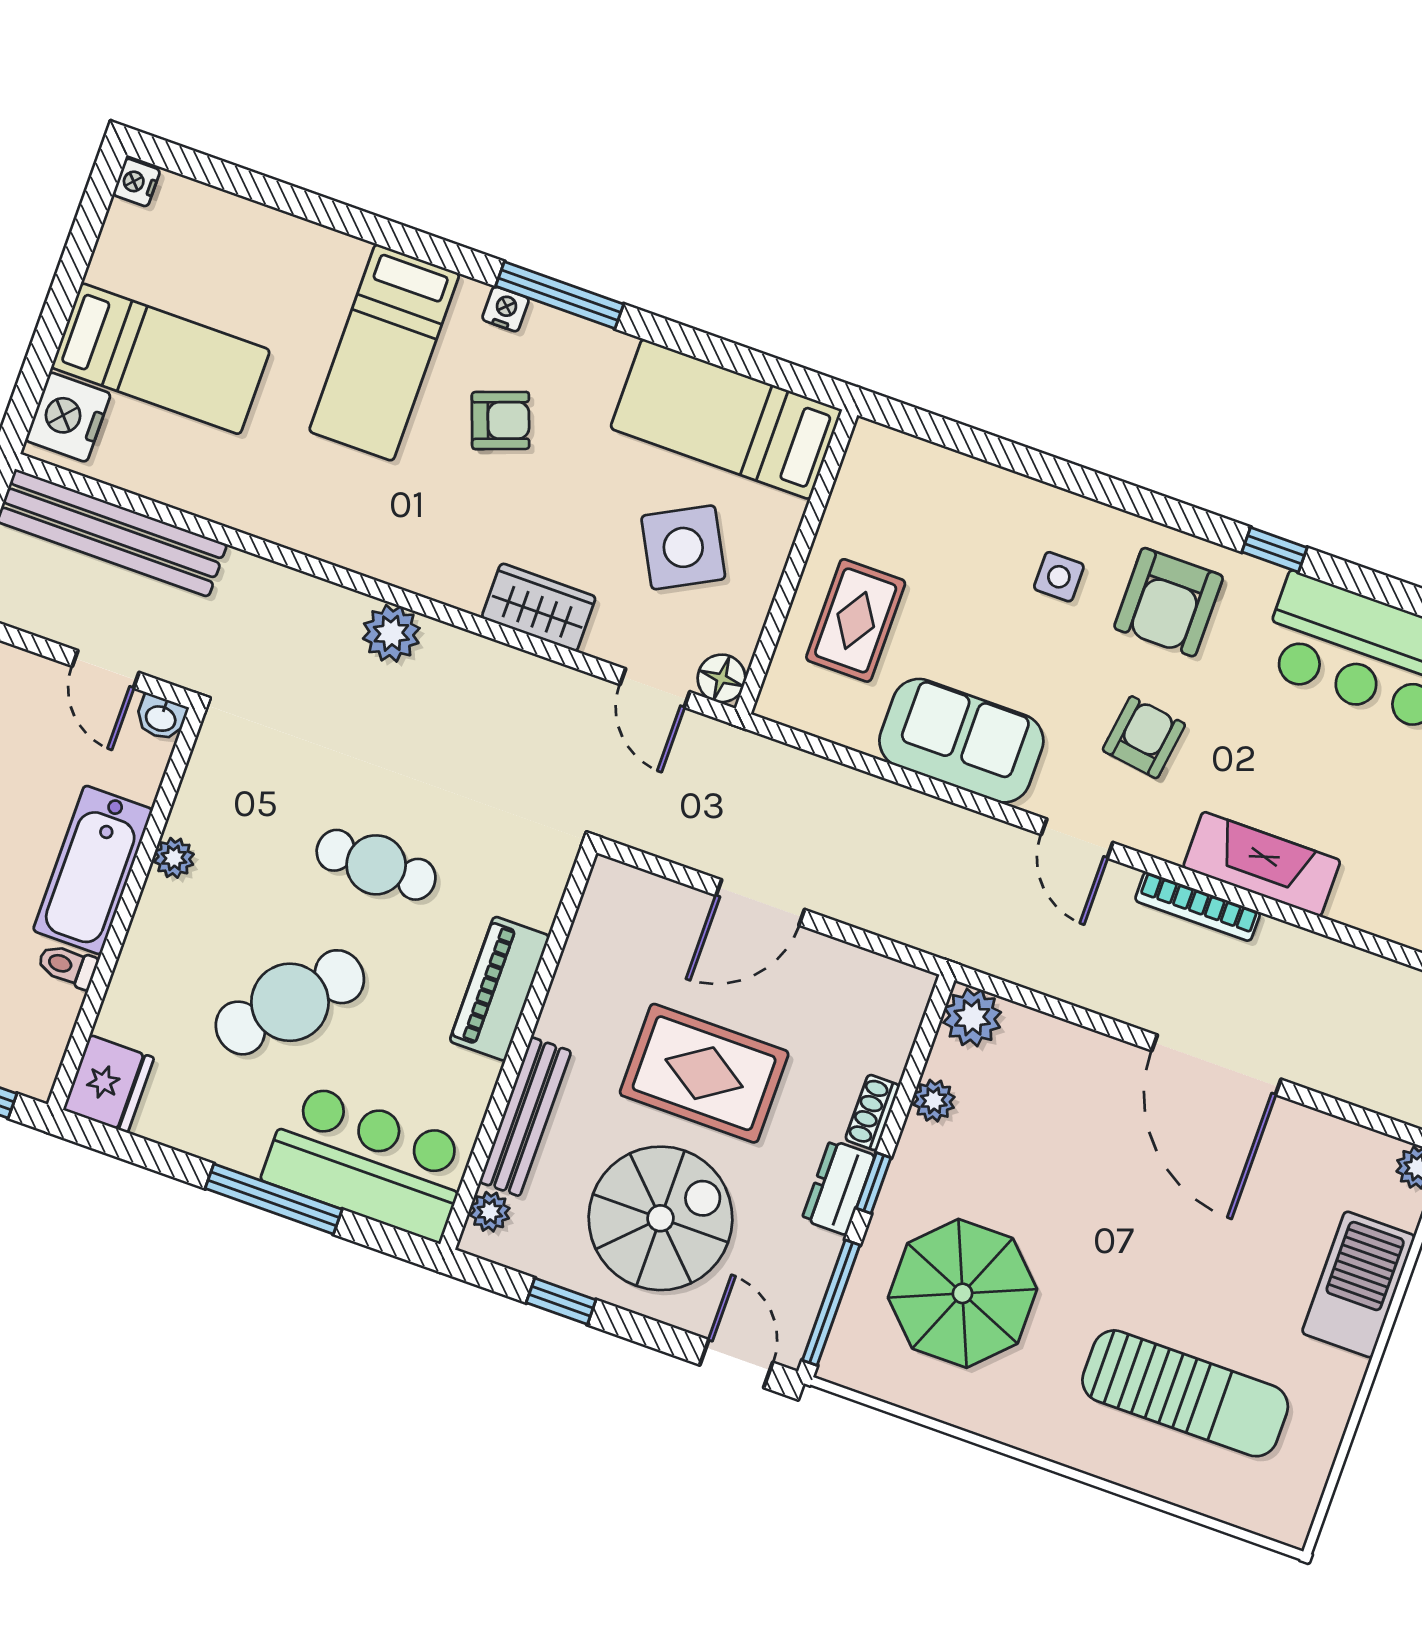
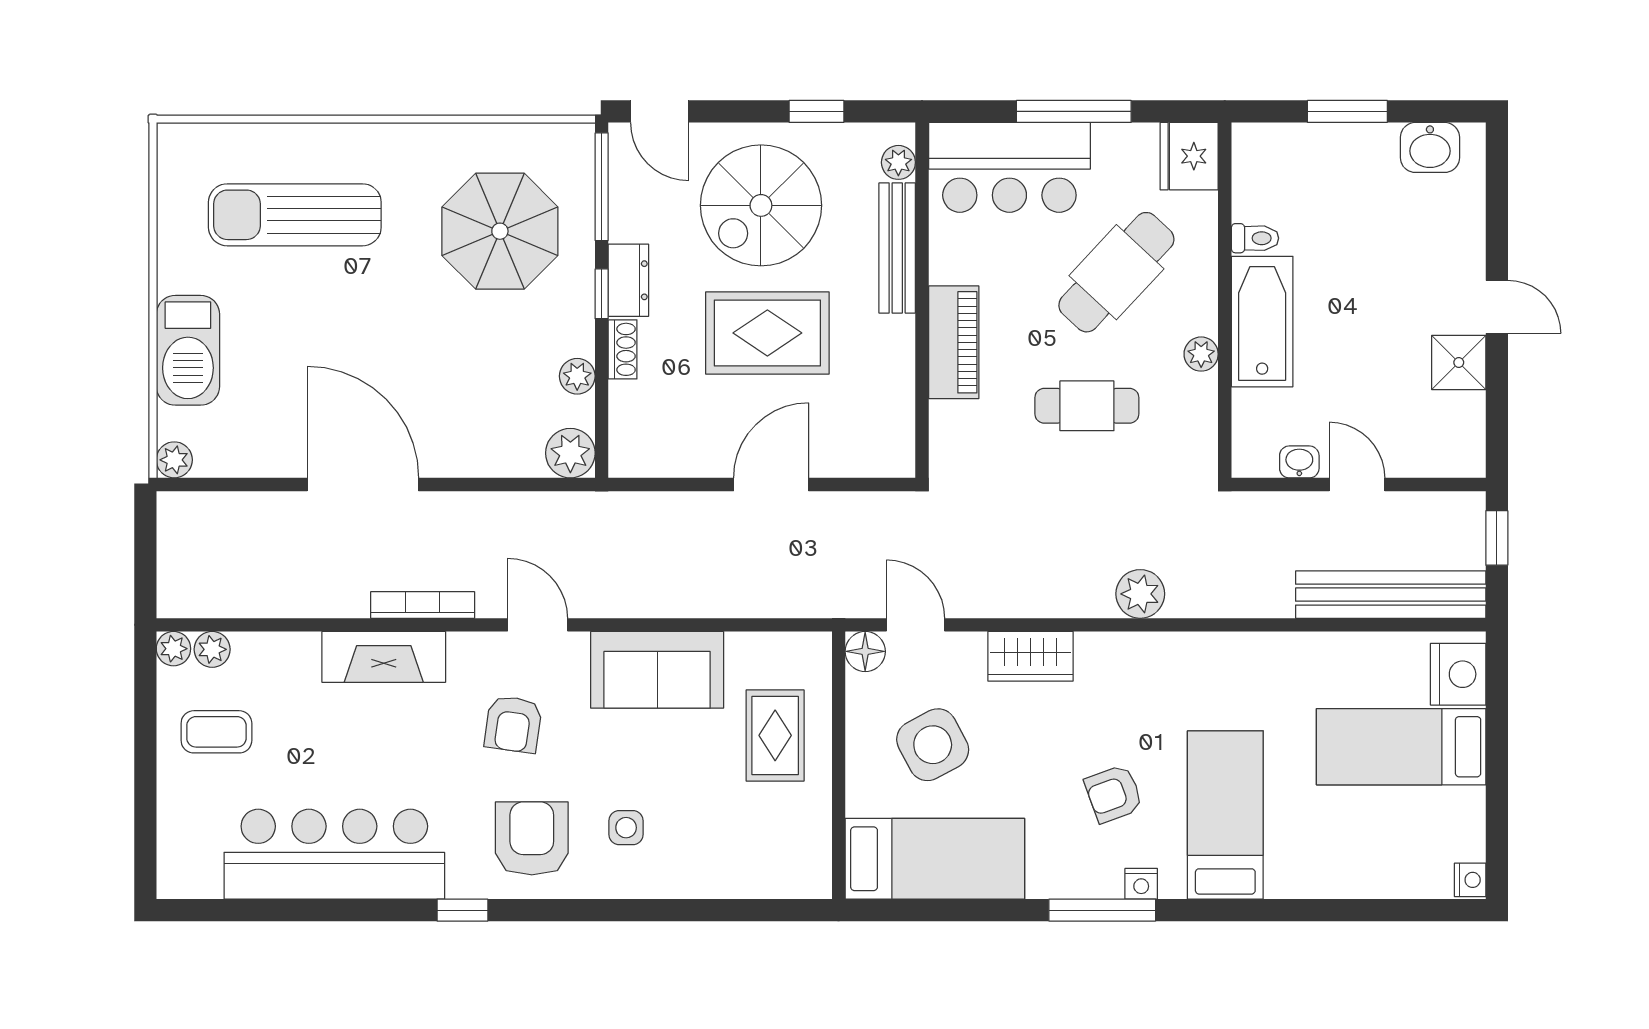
plant: (174, 858) -> (1201, 354), moved
bathtub: (93, 870) -> (1262, 322), moved
wall: (126, 909) -> (1225, 300), moved
toilet: (68, 966) -> (1255, 238), moved
fridge: (109, 1084) -> (1189, 156), moved

